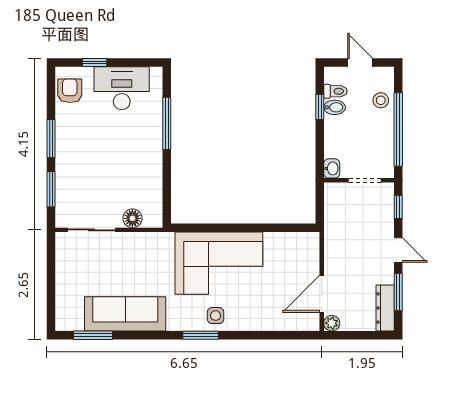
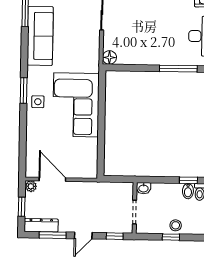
stool: (381, 100) -> (176, 225), moved
window: (398, 130) -> (171, 237), width x0.32
floor lamp: (132, 218) -> (109, 58), moved
window: (360, 335) -> (22, 207), added

